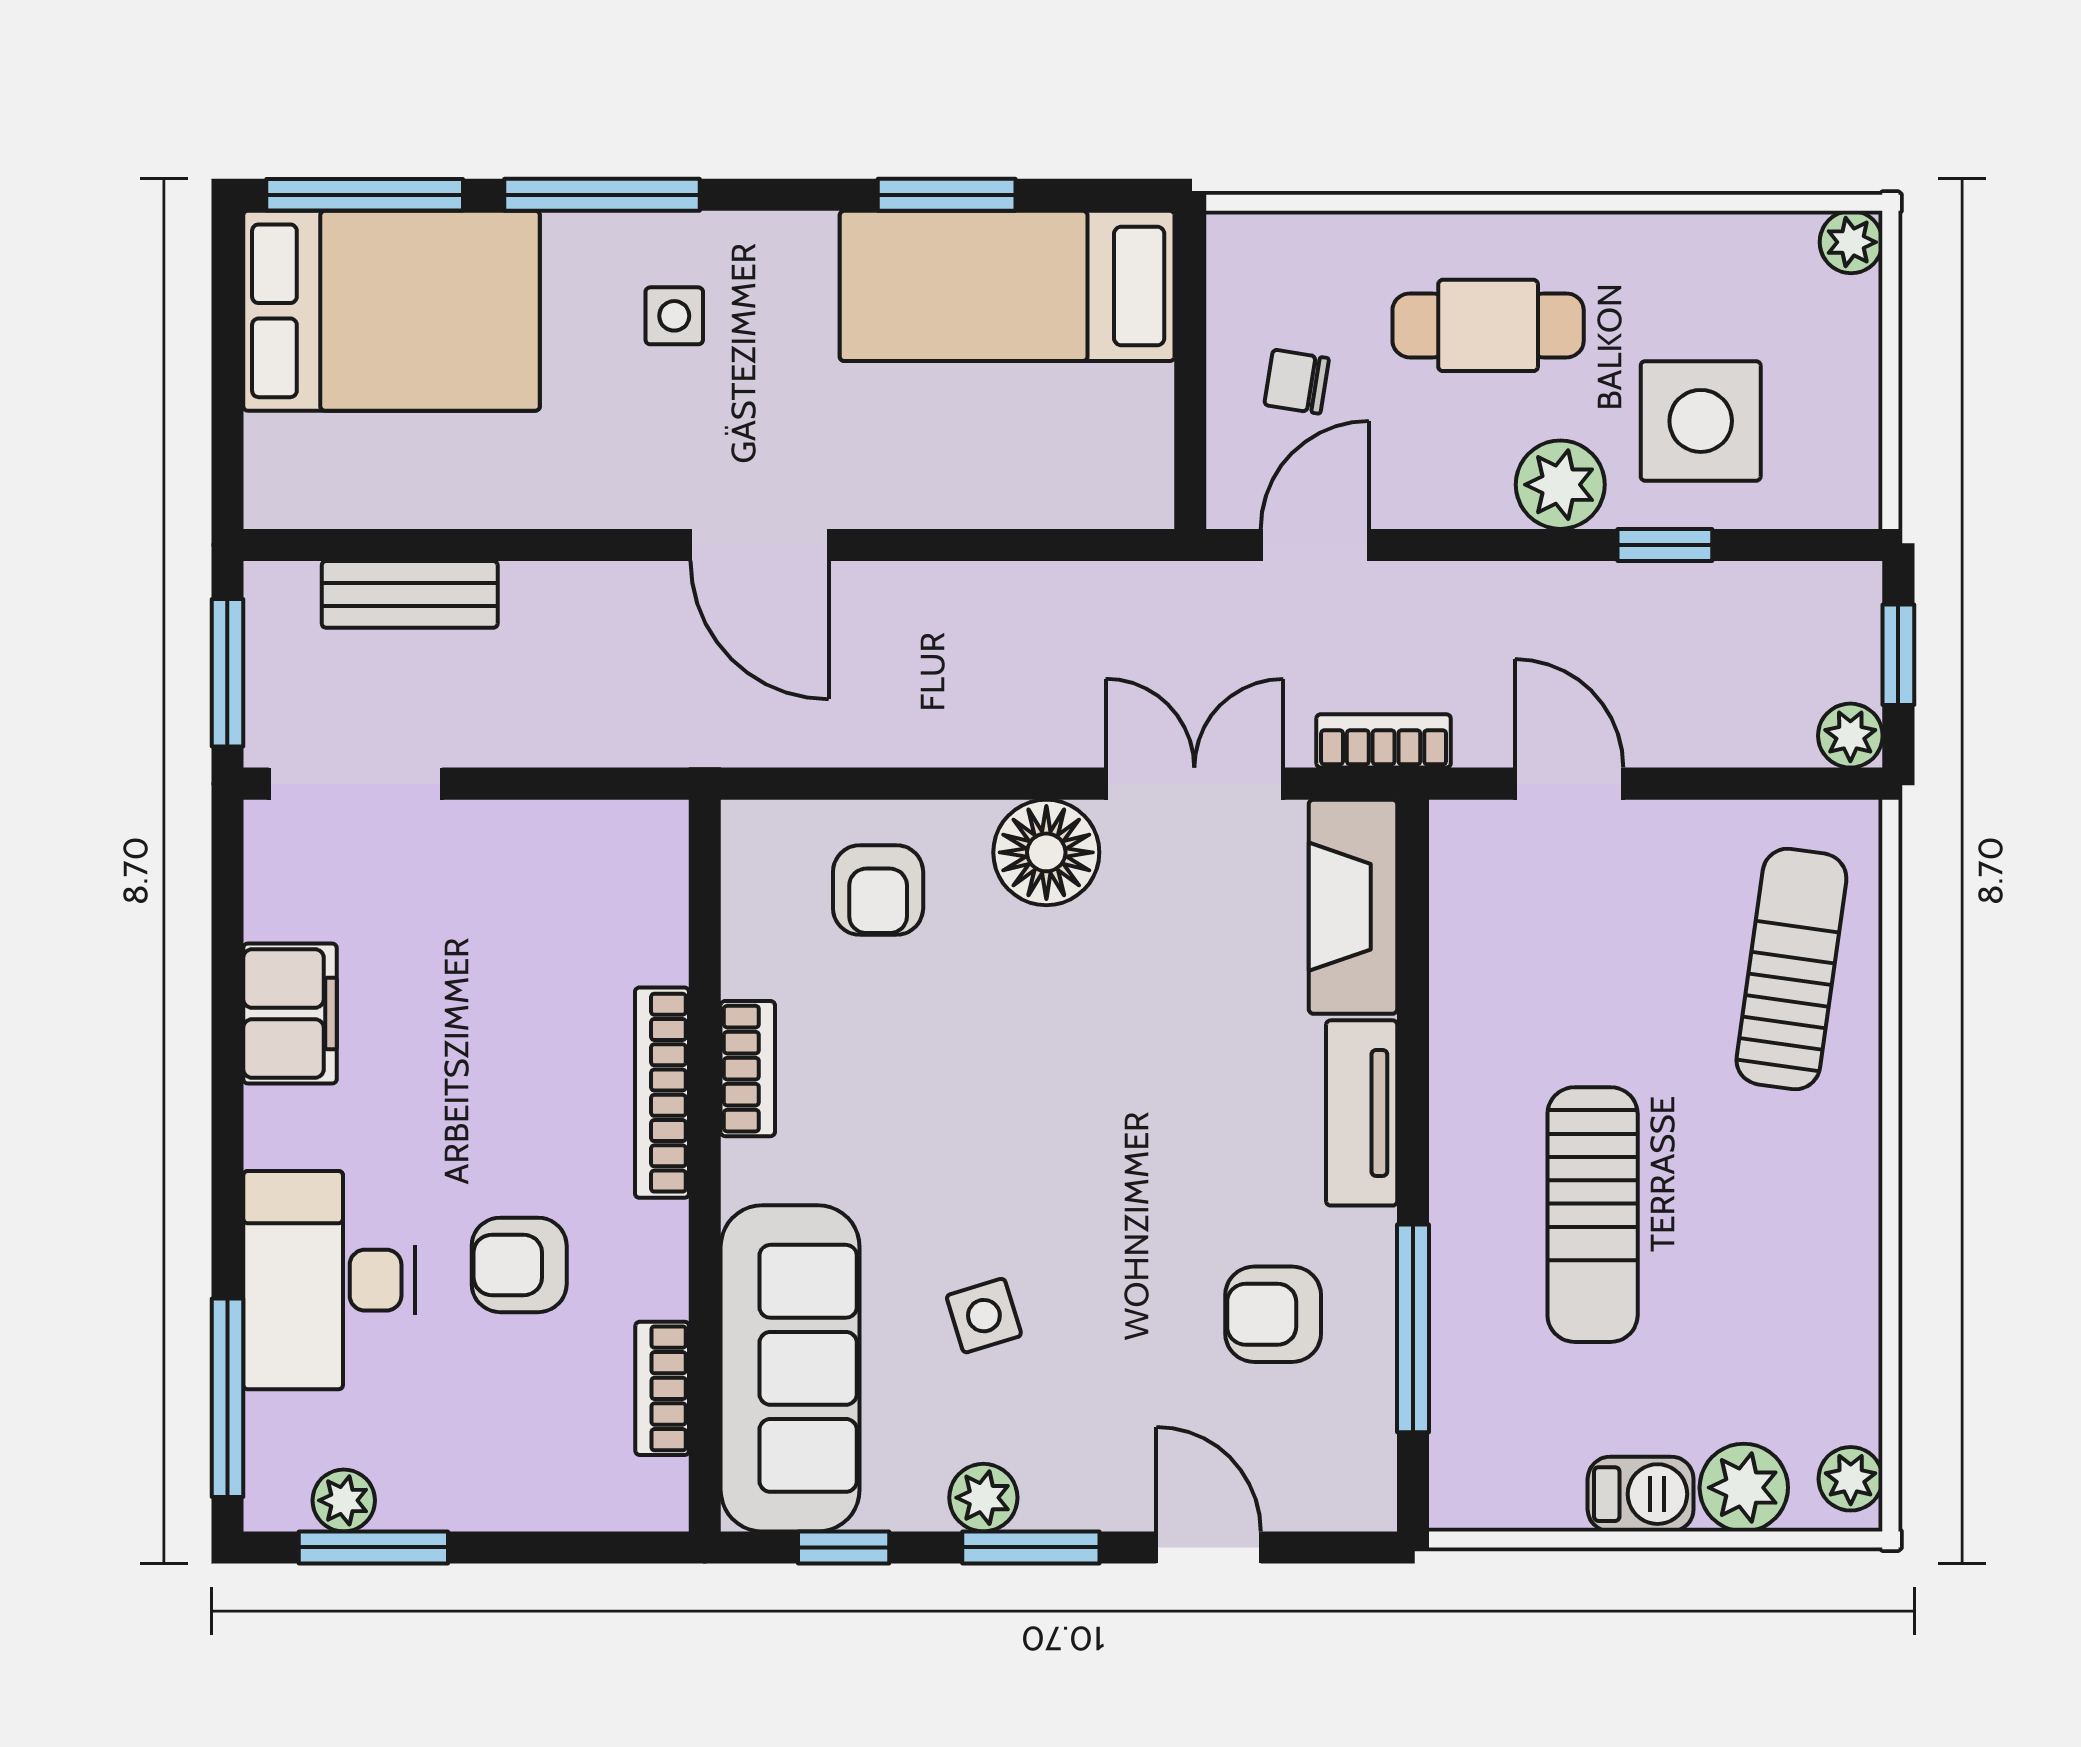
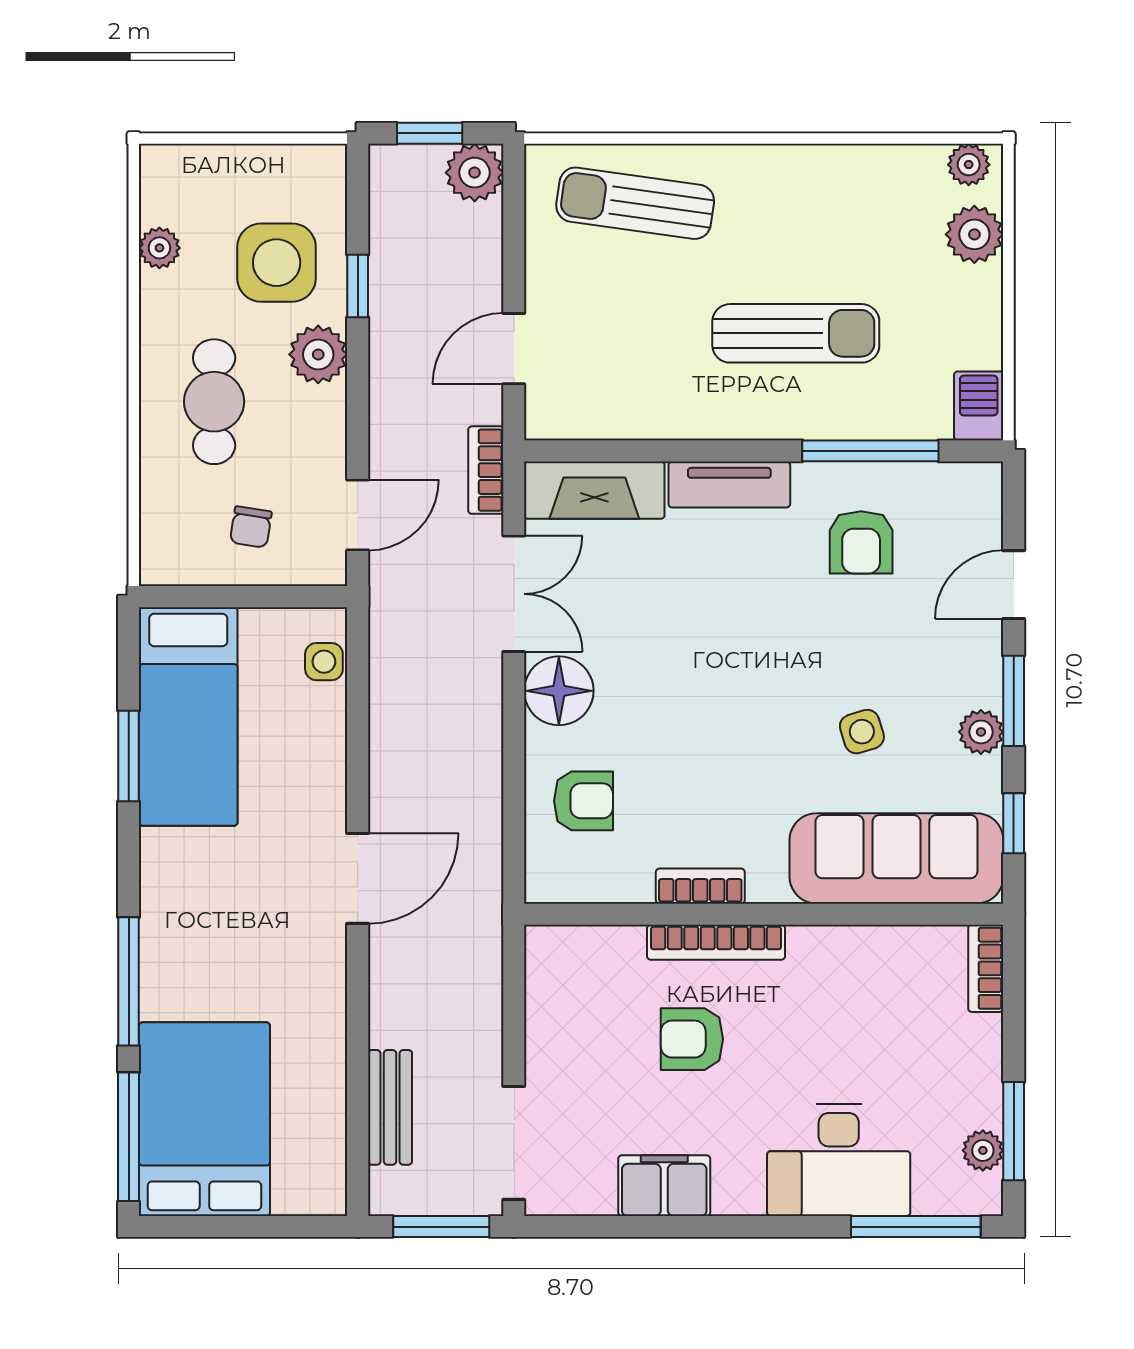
plant: (1851, 242) -> (159, 248), moved
side table: (674, 316) -> (324, 662), moved
door: (1315, 545) -> (358, 515), swing flipped
plant: (1850, 736) -> (475, 173), width x1.38, depth x1.38
double door: (1194, 784) -> (514, 594), swing flipped
armchair: (519, 1265) -> (692, 1039), moved, turned 90
bookcase: (662, 1388) -> (986, 968), moved, turned 90
barbecue: (1641, 1494) -> (979, 406), moved

